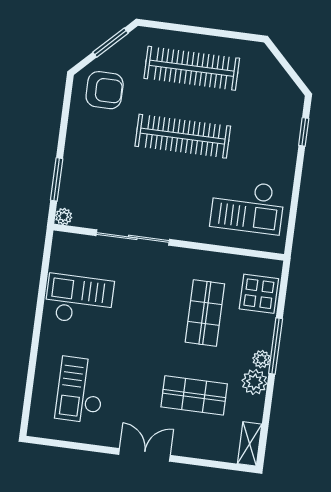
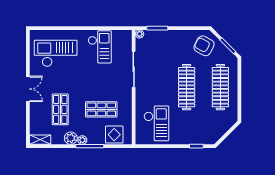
armchair: (105, 90) -> (204, 46), turned 118
checkout: (247, 206) -> (156, 123), turned 180
checkout: (80, 390) -> (56, 53), width x1.36, depth x1.21

